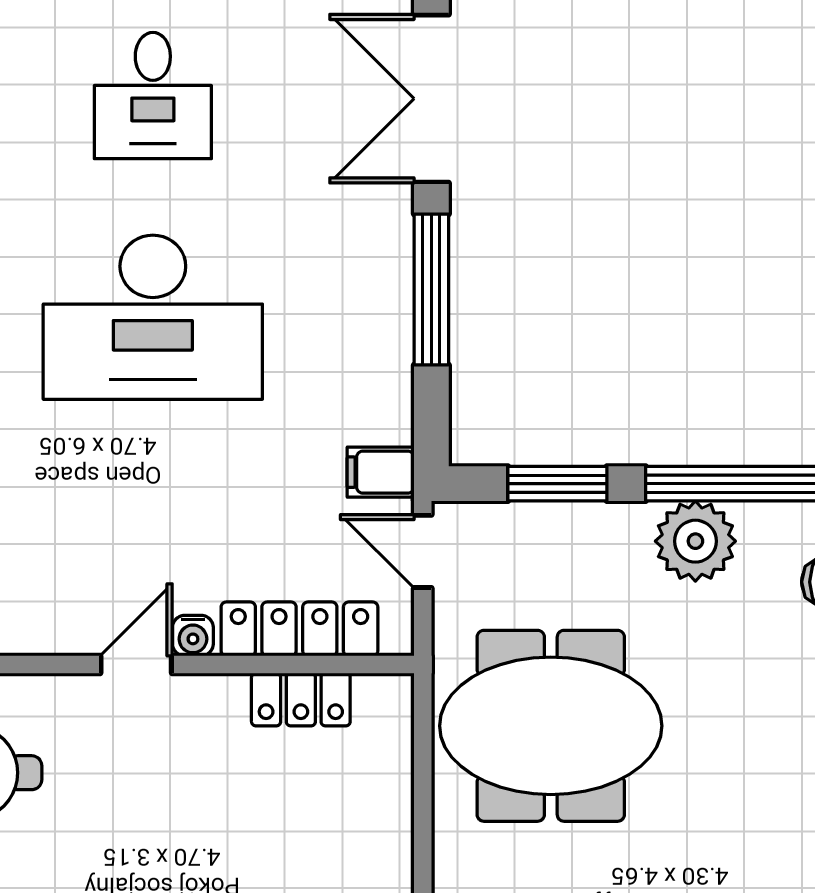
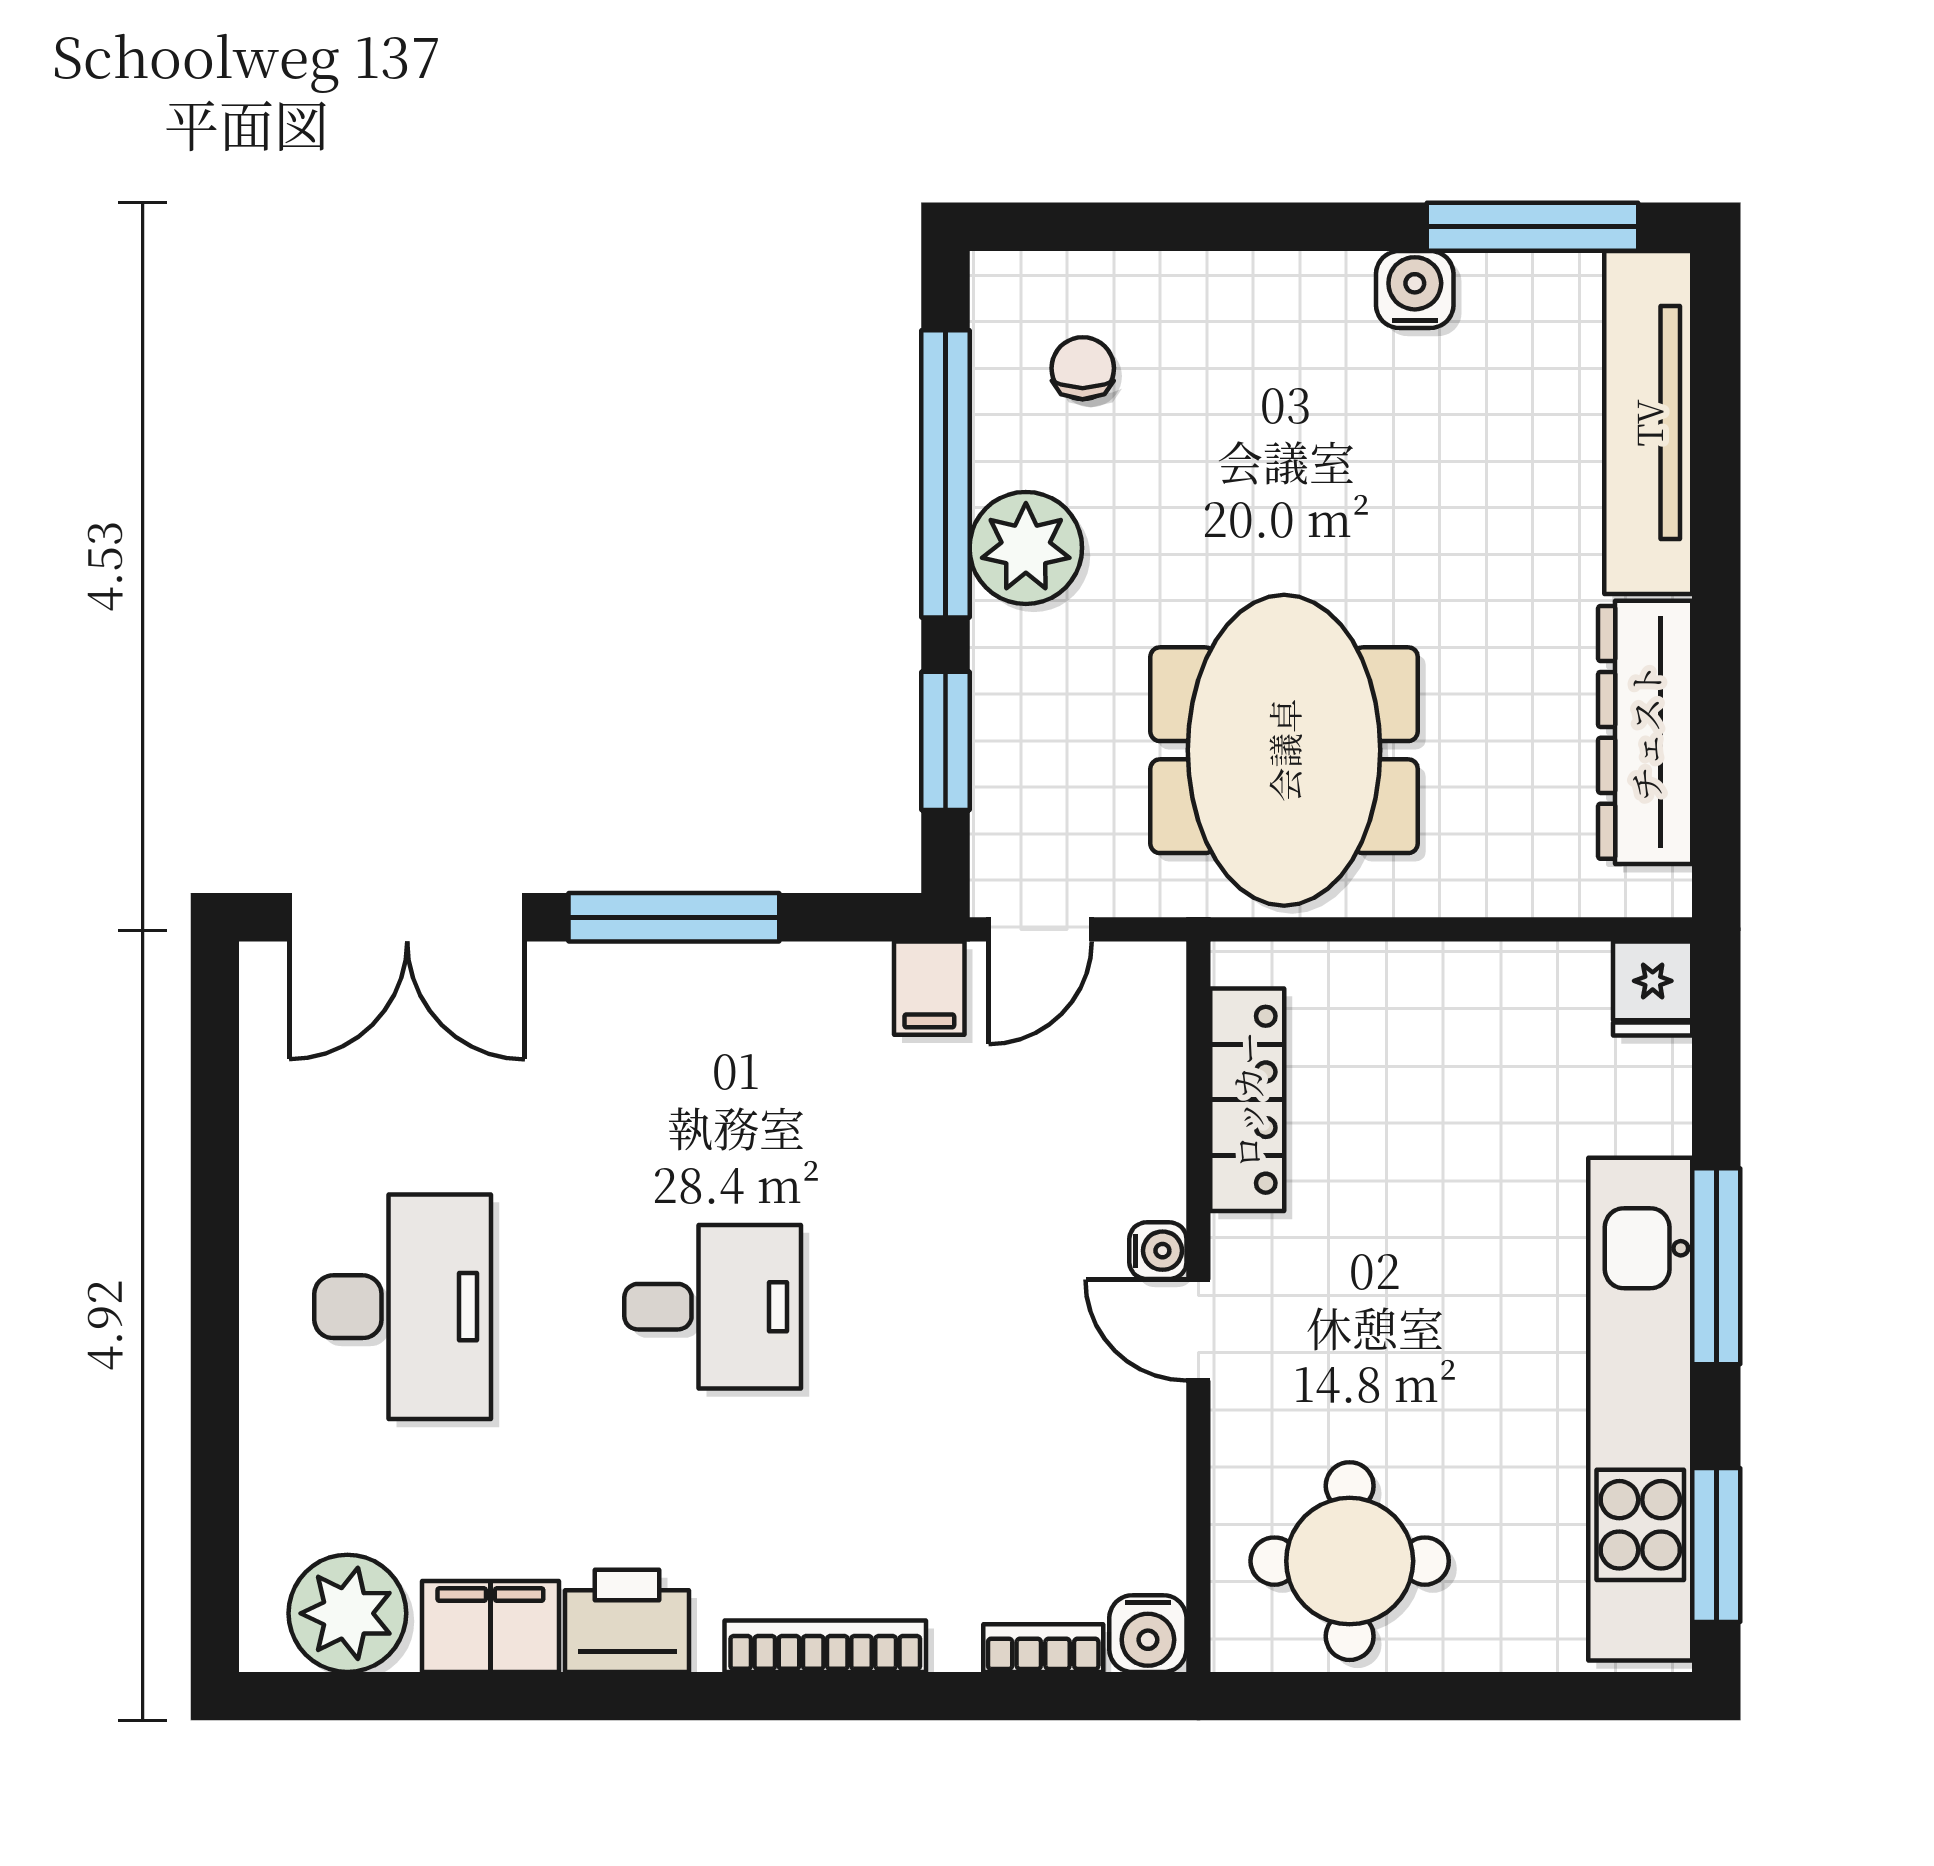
desk: (153, 96) -> (403, 1307), width x1.37
desk: (153, 317) -> (713, 1307), width x0.53, depth x0.77
locker: (299, 629) -> (1149, 1102), removed
locker: (301, 700) -> (1247, 1100), width x1.53

